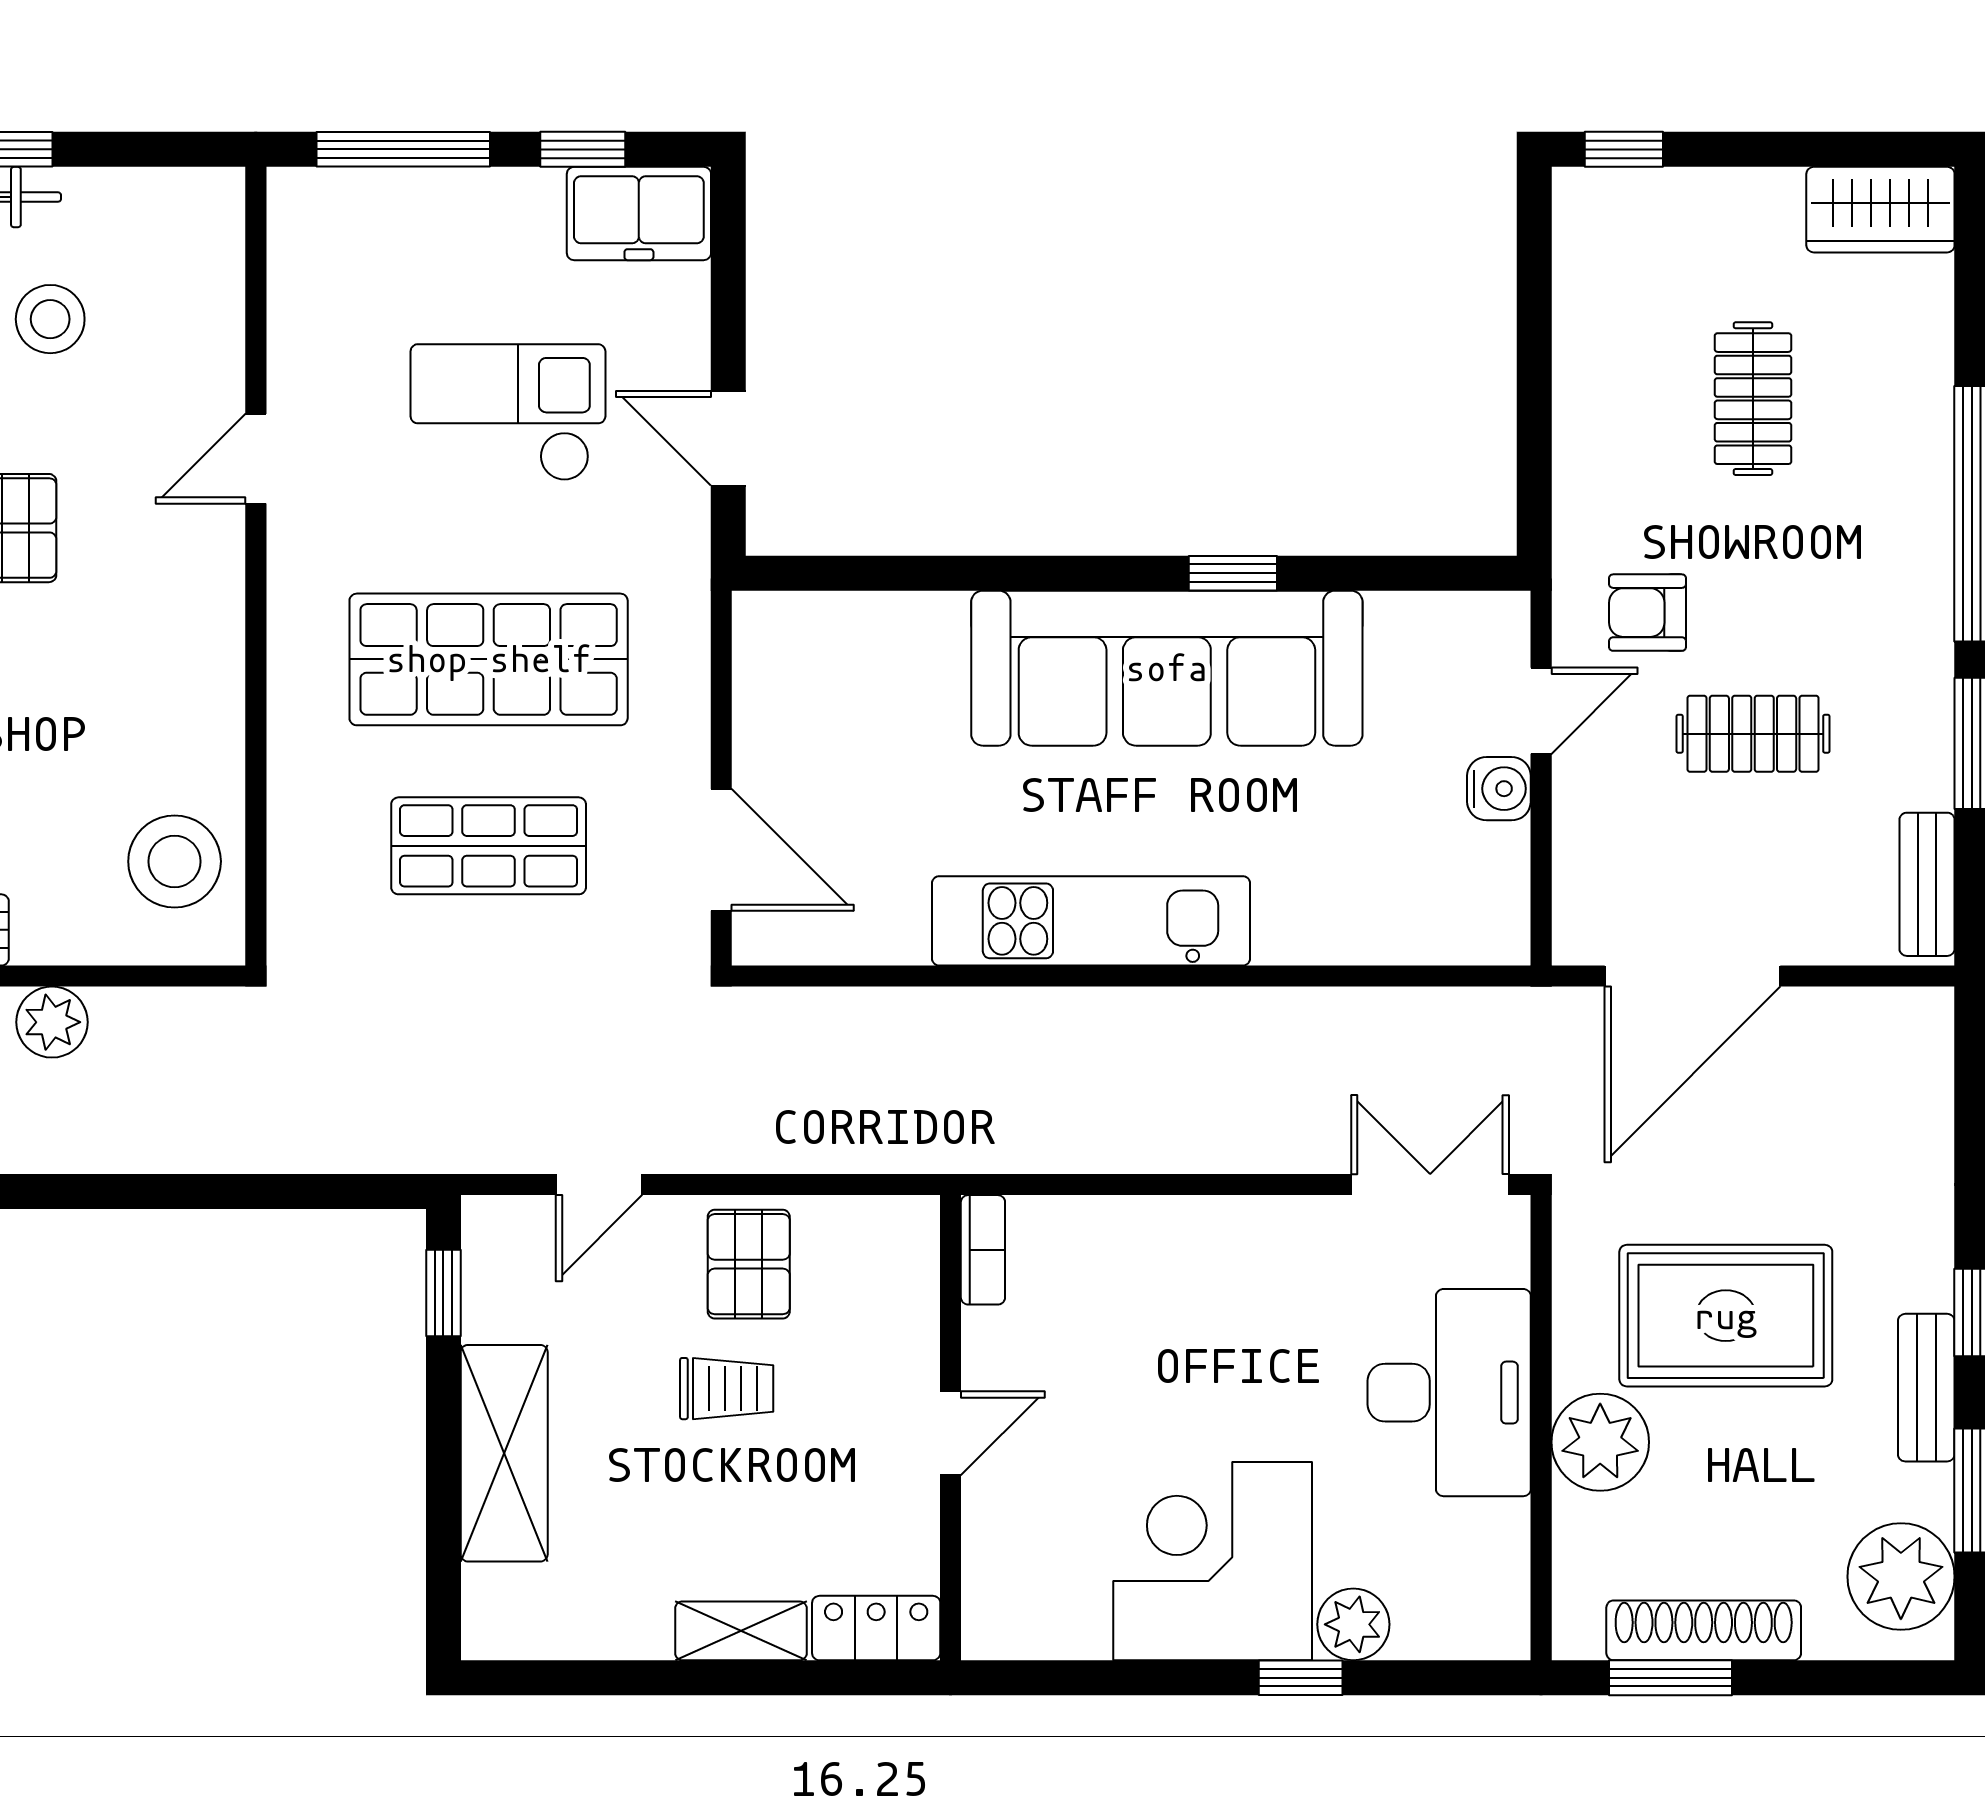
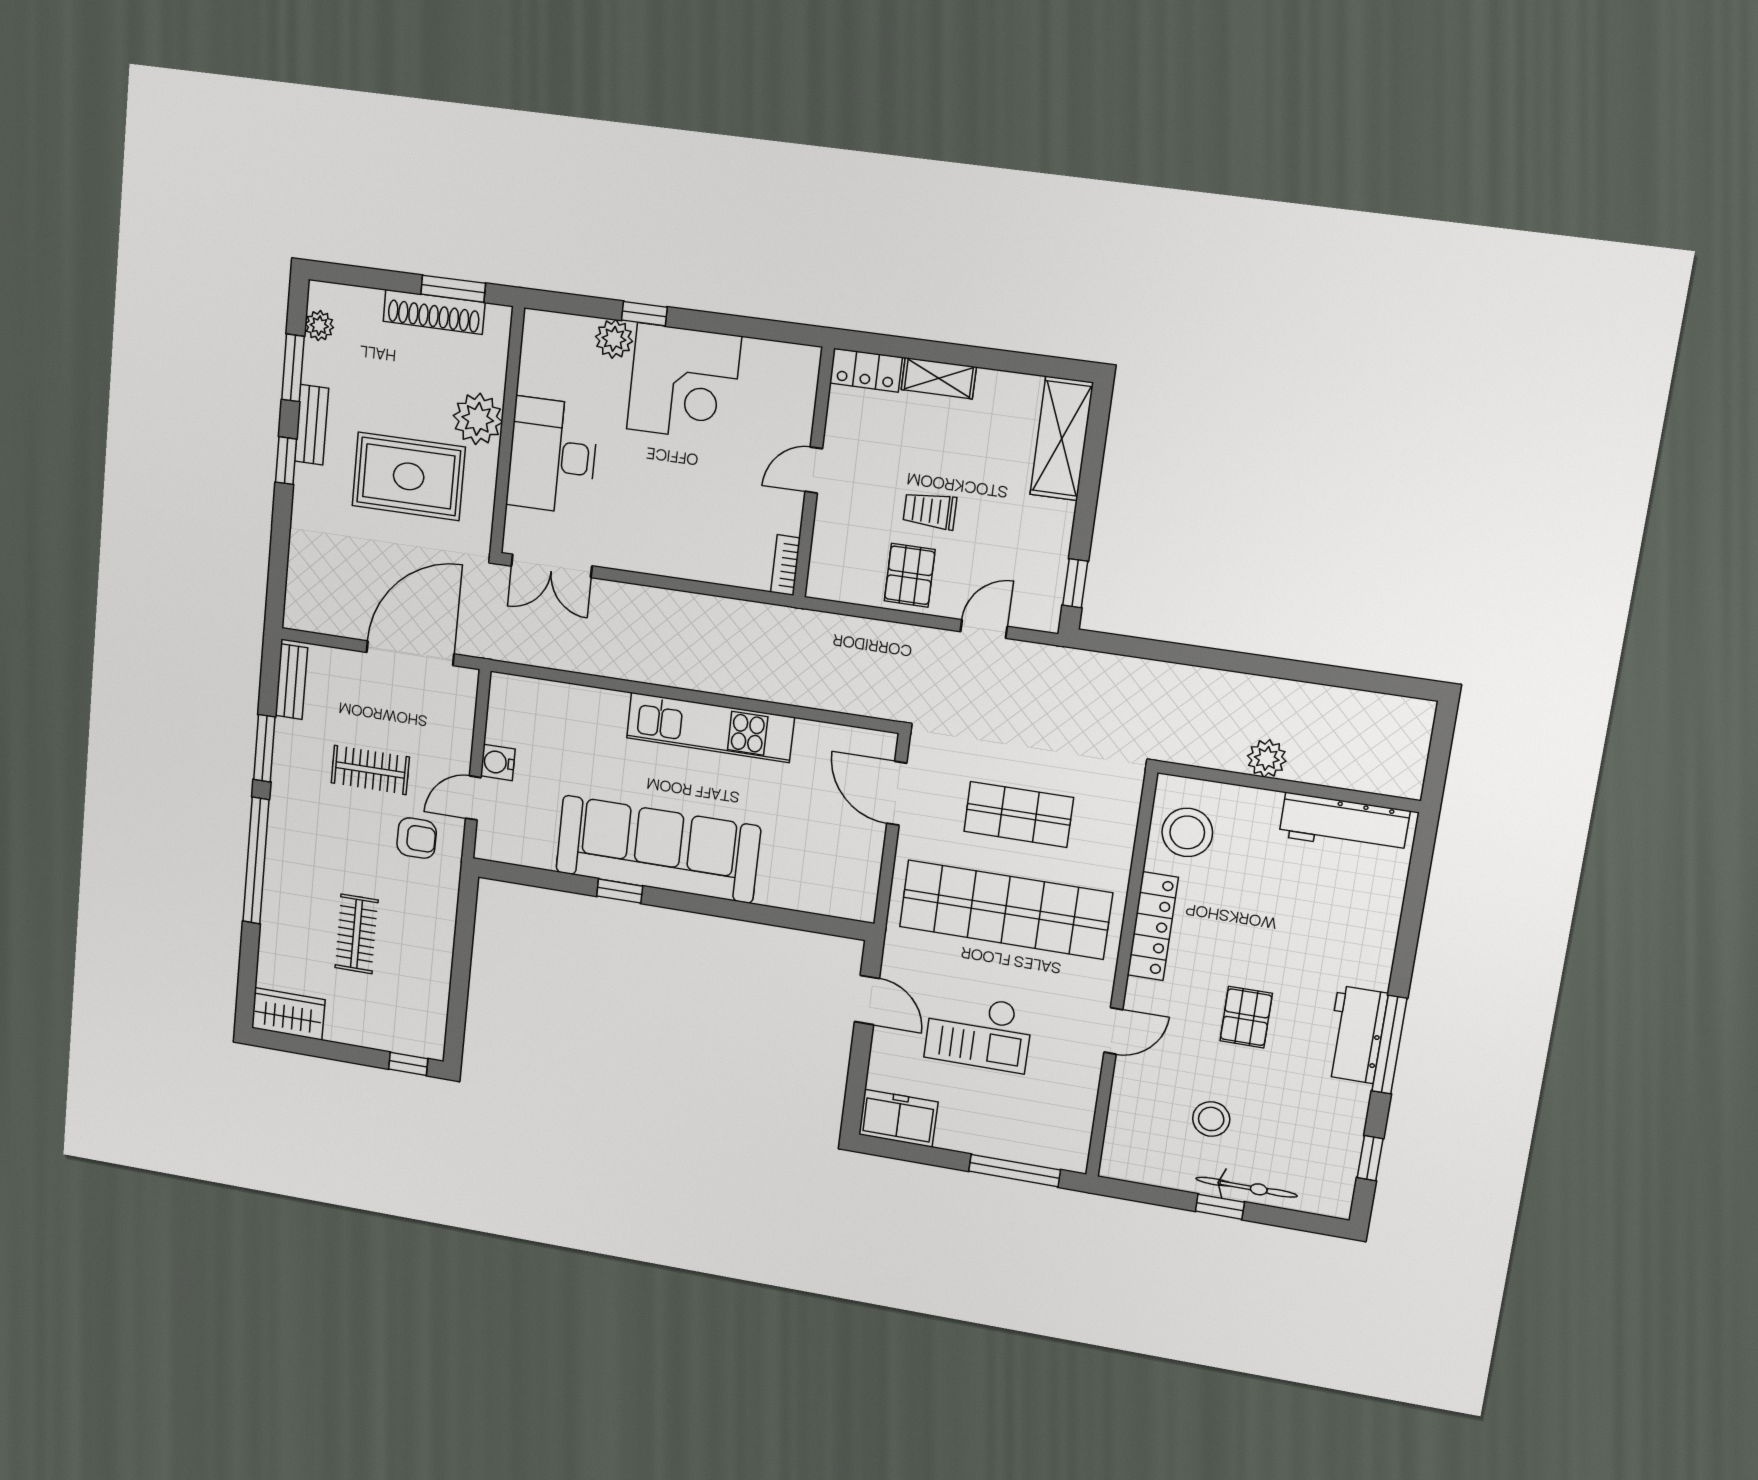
window: (583, 149) -> (923, 1154), removed
shop shelf: (489, 659) -> (1006, 910), width x1.40
locker: (212, 673) -> (1153, 926), added
shelving: (504, 1453) -> (1062, 438), moved
plant: (1901, 1577) -> (319, 326), width x0.53, depth x0.53

